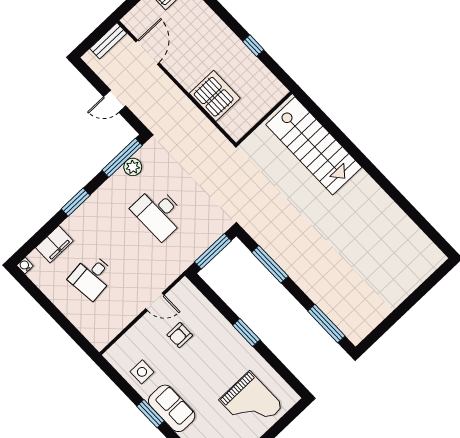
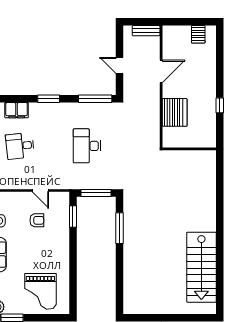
door: (147, 52) -> (161, 71), moved
stairs: (314, 146) -> (201, 267), moved
plant: (133, 167) -> (96, 109), removed
window: (326, 323) -> (119, 287), removed
window: (246, 333) -> (73, 217), moved
armchair: (180, 335) -> (37, 220), turned 180

